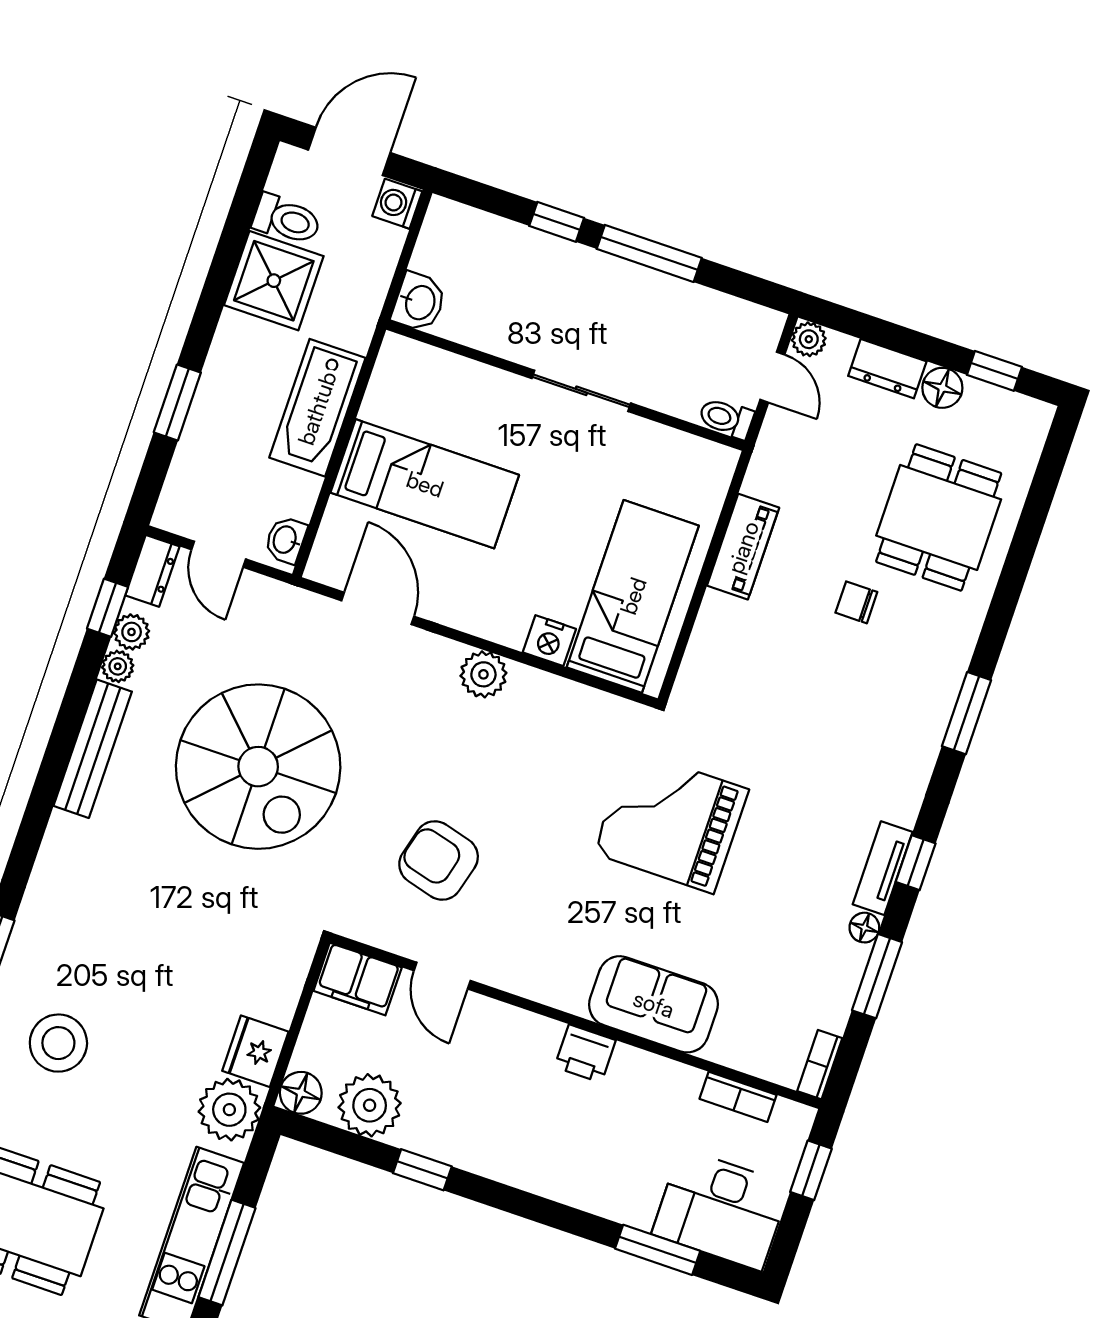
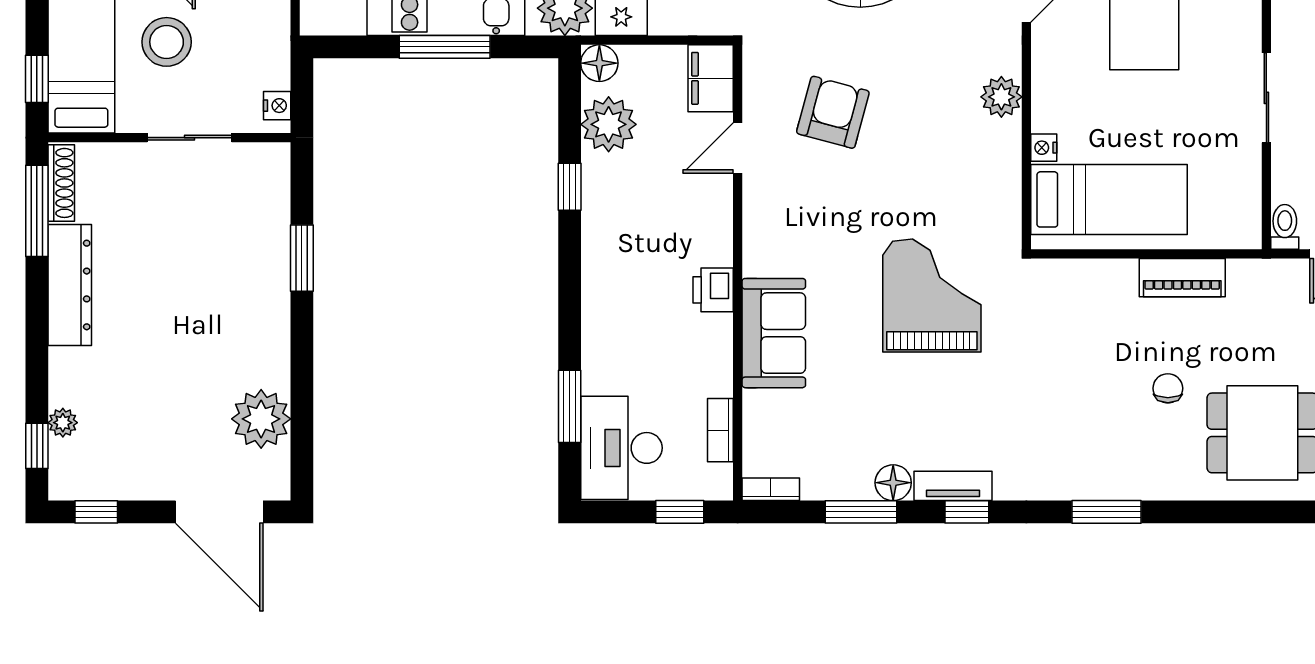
nightstand: (549, 641) -> (1044, 148), width x0.72, depth x0.74
floor lamp: (864, 928) -> (893, 483), width x1.37, depth x1.37

